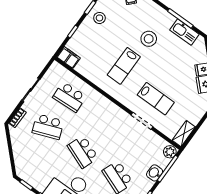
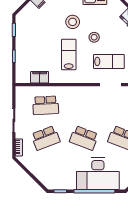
stool: (99, 18) -> (94, 37), moved
filing cabinet: (68, 57) -> (40, 77), moved
lab bench: (124, 66) -> (69, 54), turned 180

